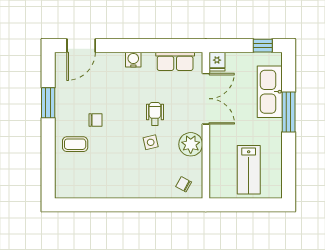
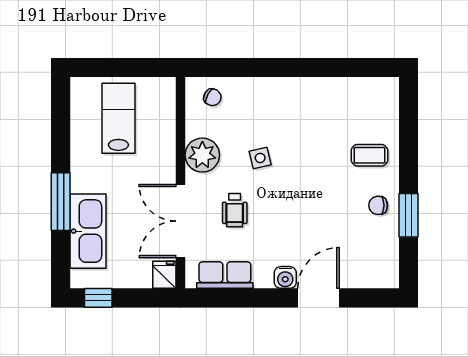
door: (81, 46) -> (319, 298), moved
wheelchair: (155, 114) -> (235, 210), moved
chair: (95, 120) -> (378, 205), moved

